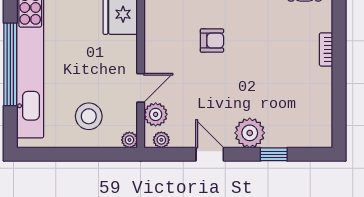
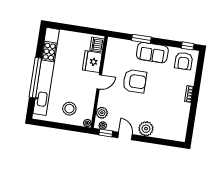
armchair: (212, 41) -> (135, 81), width x1.88, depth x1.88
door: (141, 88) -> (99, 82), moved
window: (274, 154) -> (106, 133), moved

